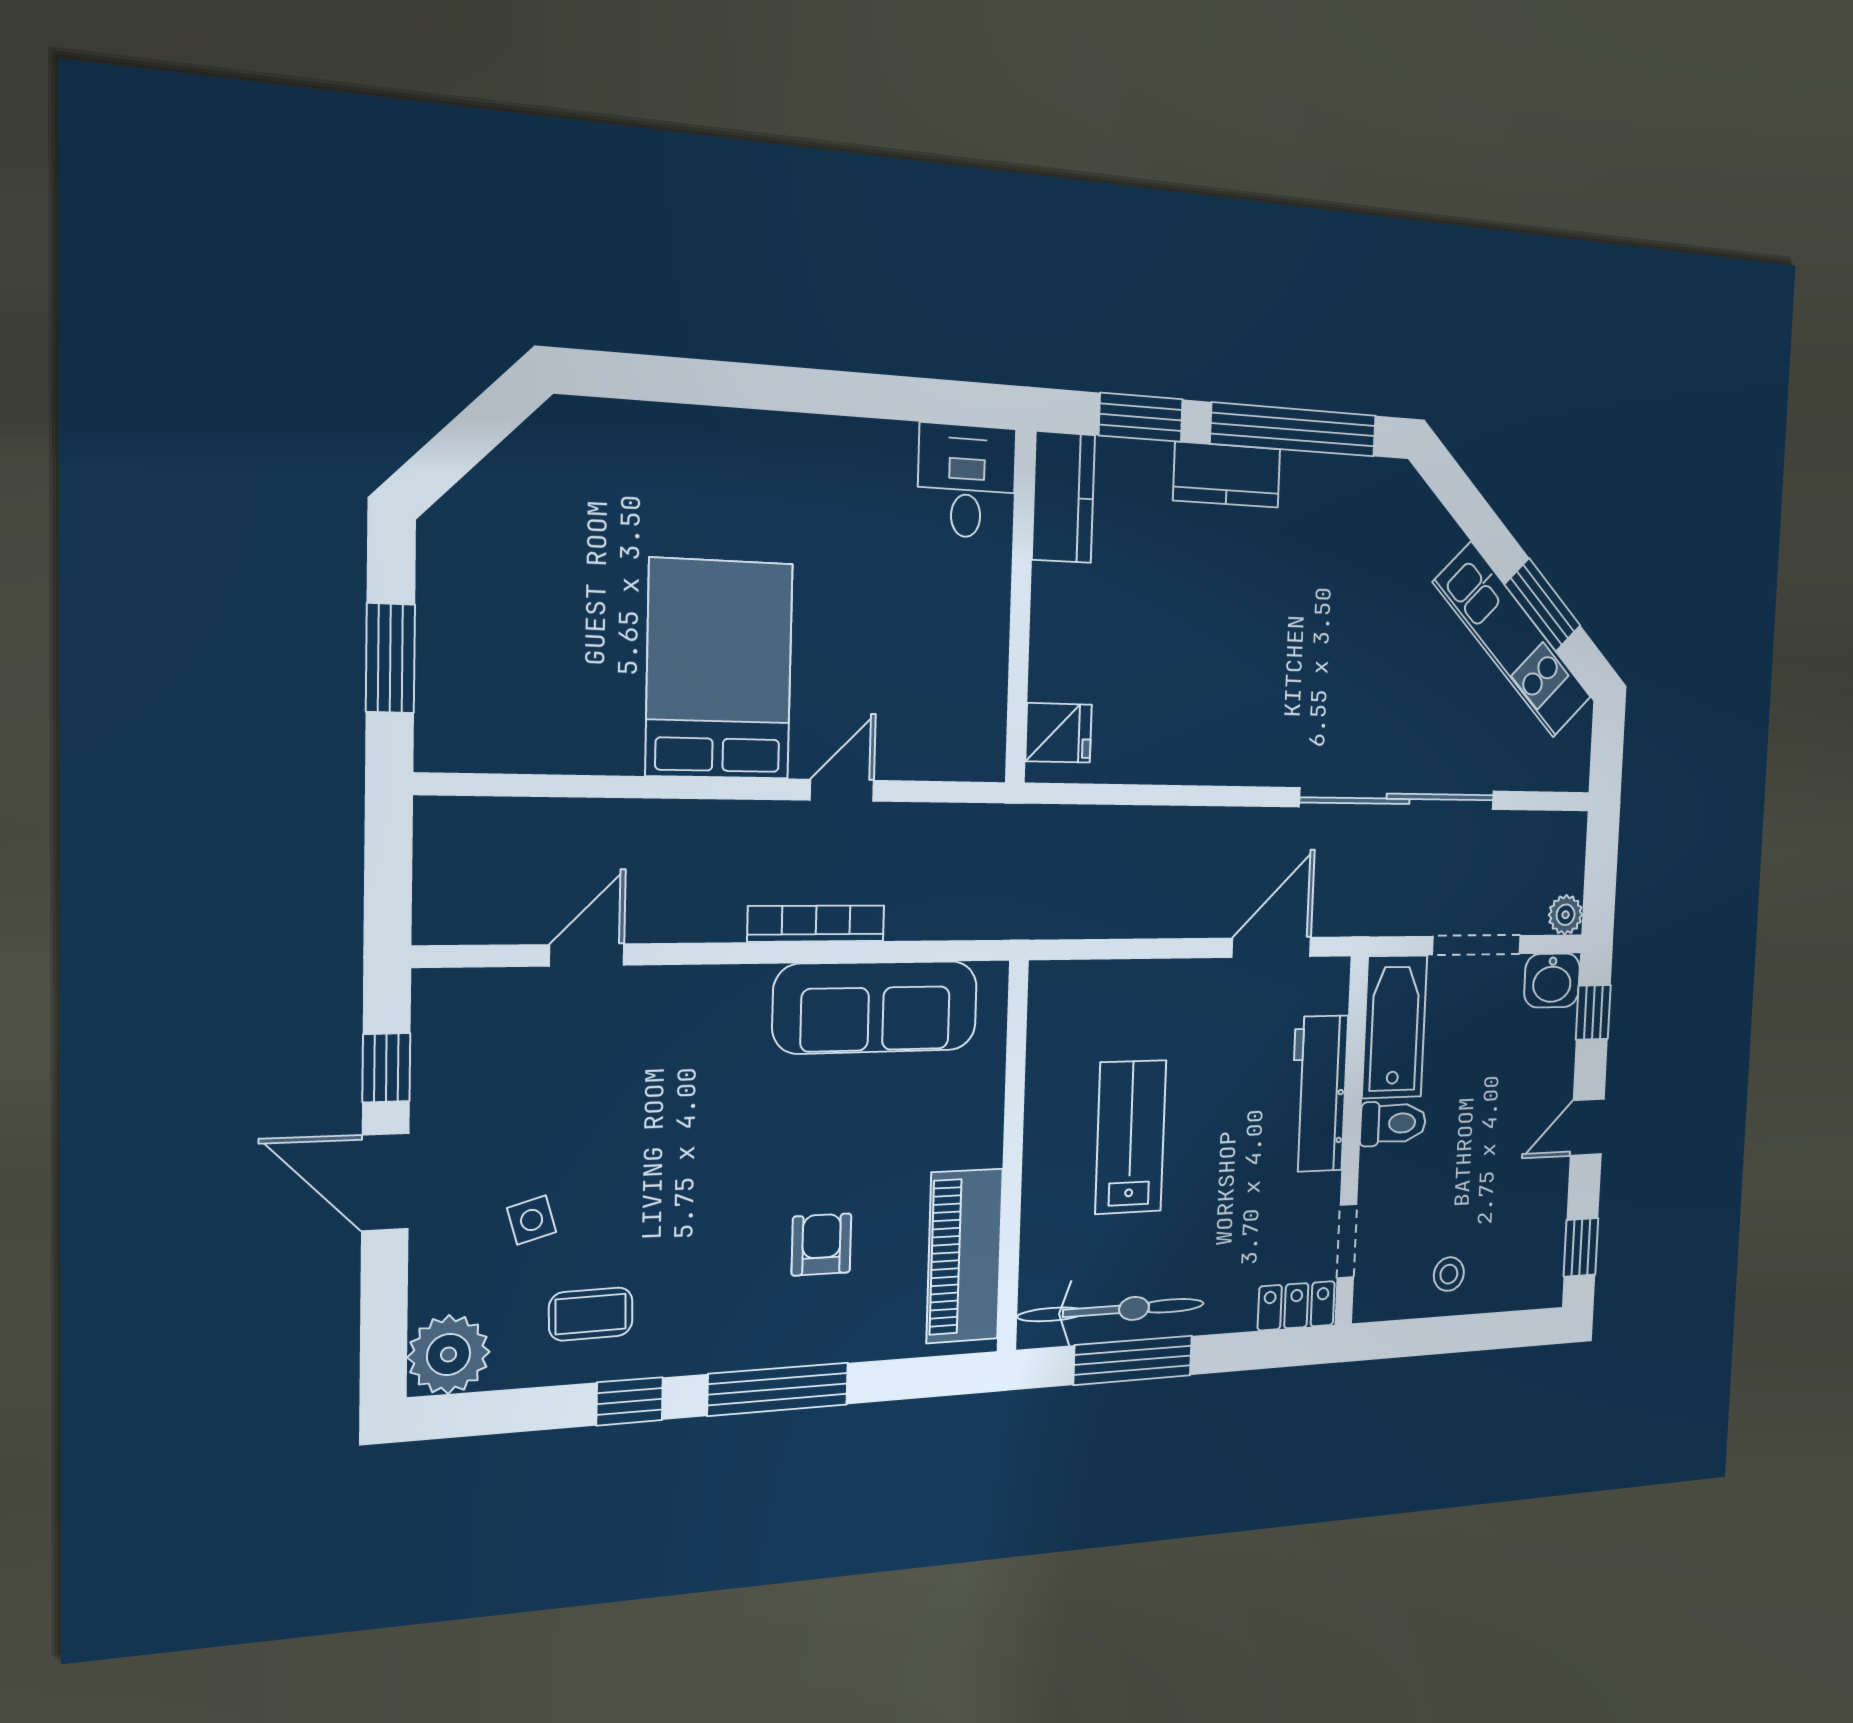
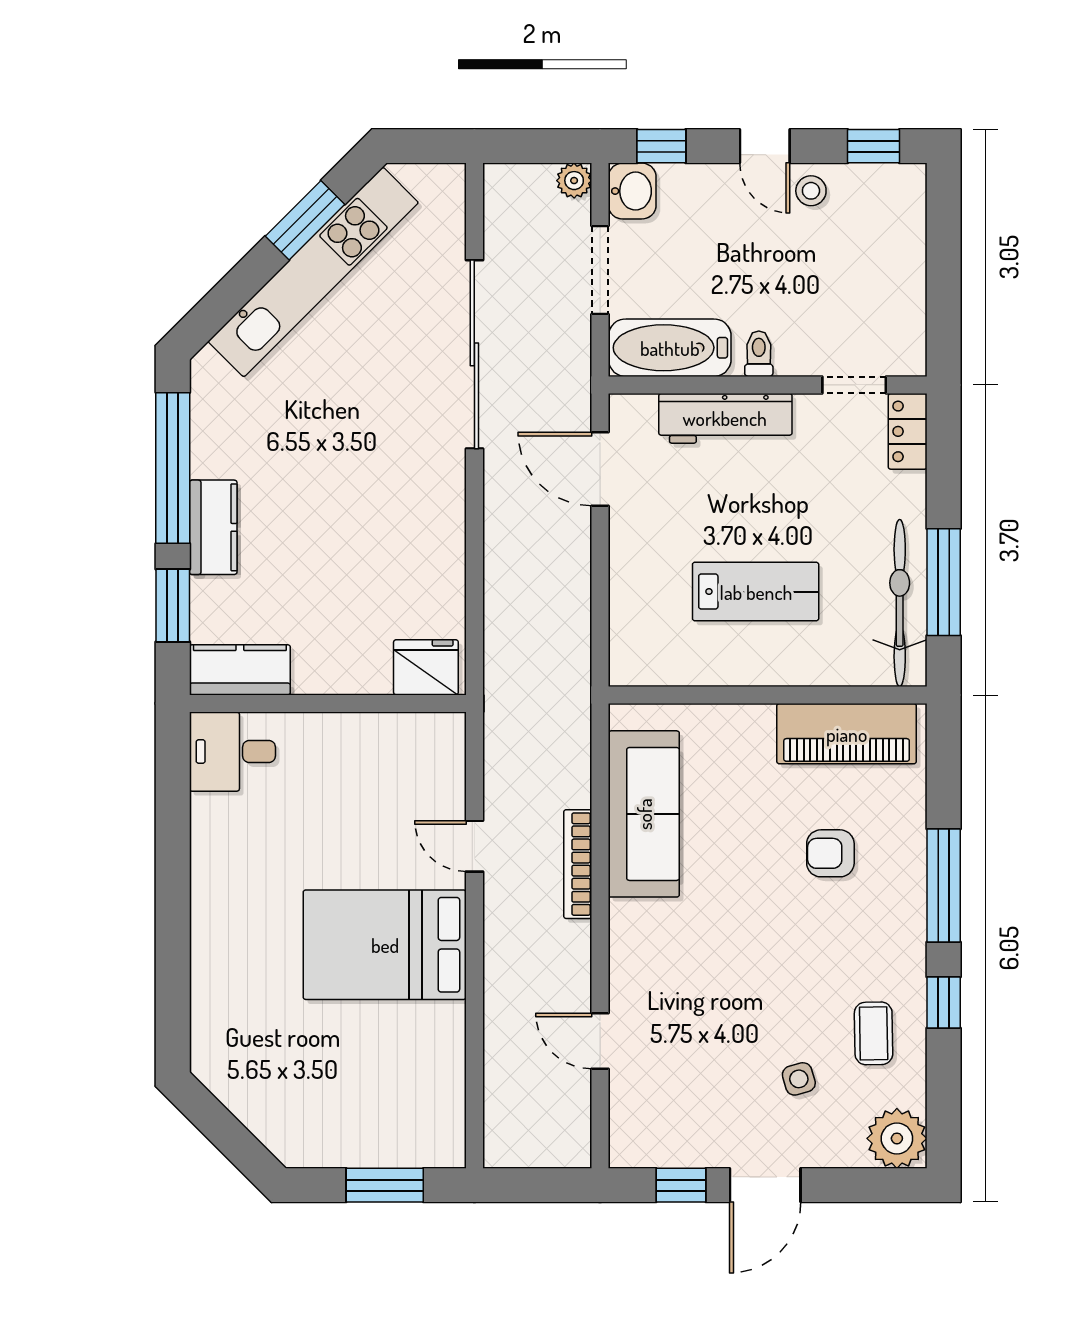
kitchen unit: (1513, 640) -> (313, 272), width x1.36
fridge: (1059, 733) -> (426, 667), width x1.38
toilet: (1393, 1123) -> (759, 354), width x0.73, depth x0.72
lab bench: (1131, 1137) -> (756, 592), turned 180
stool: (1449, 1274) -> (811, 191), moved

